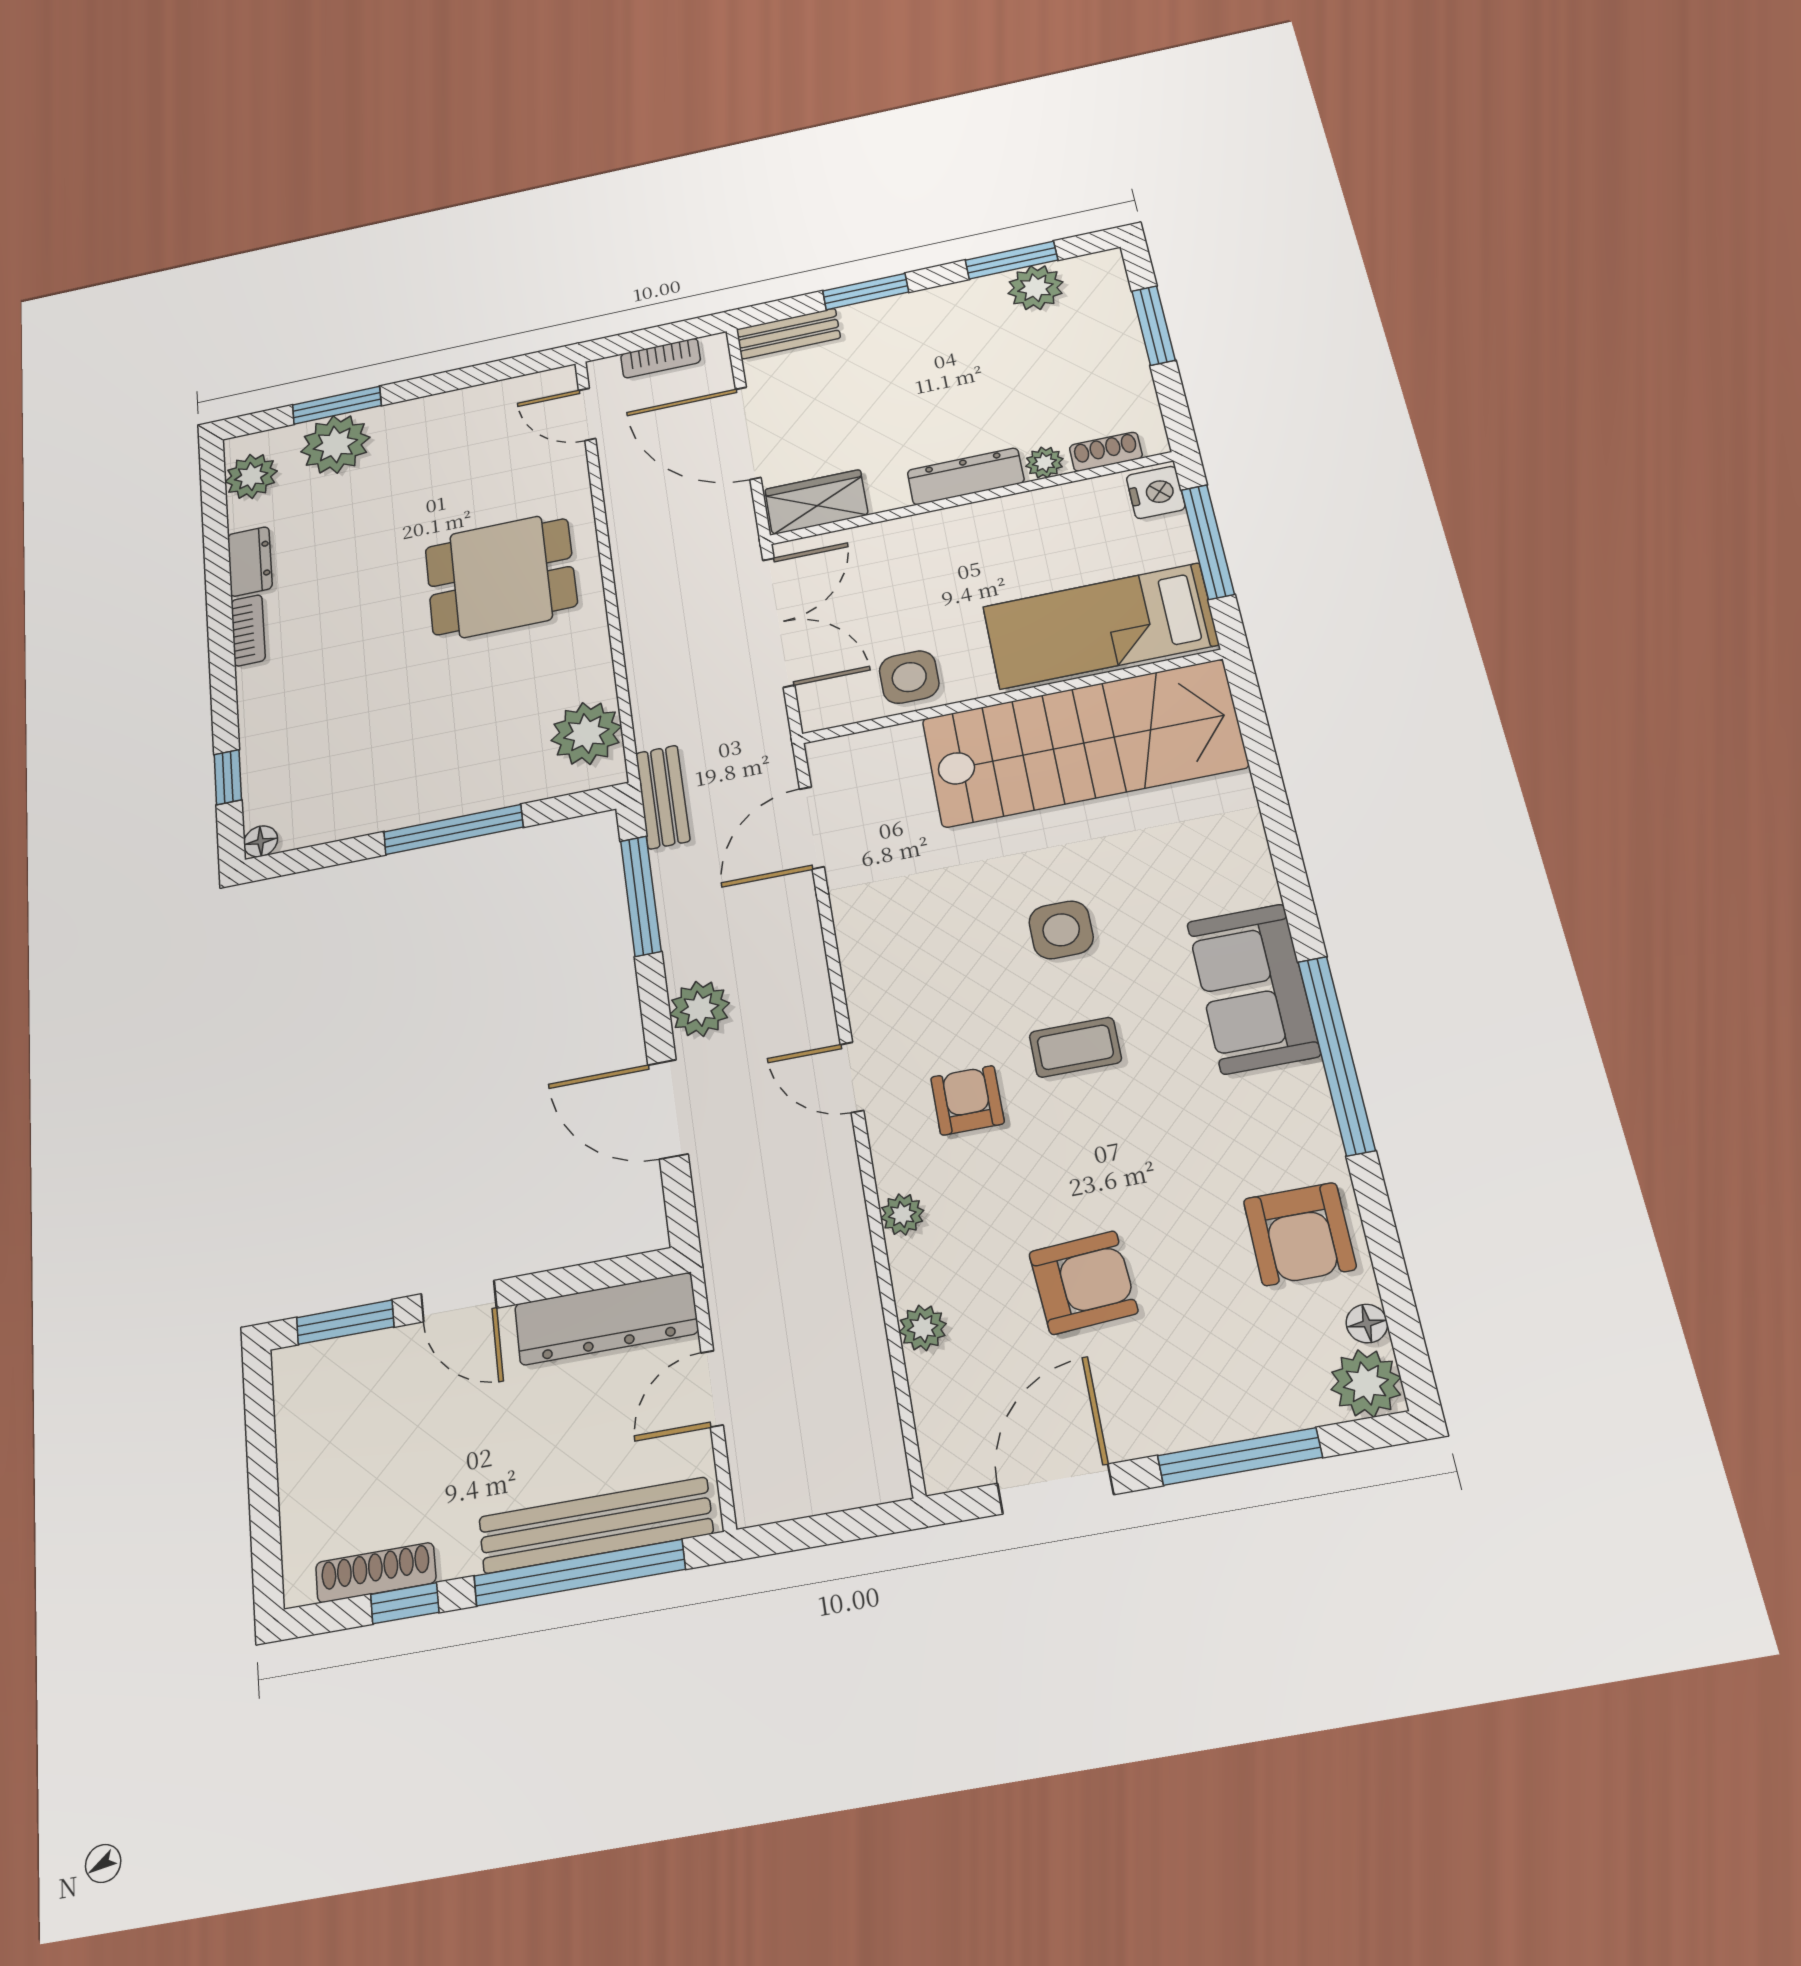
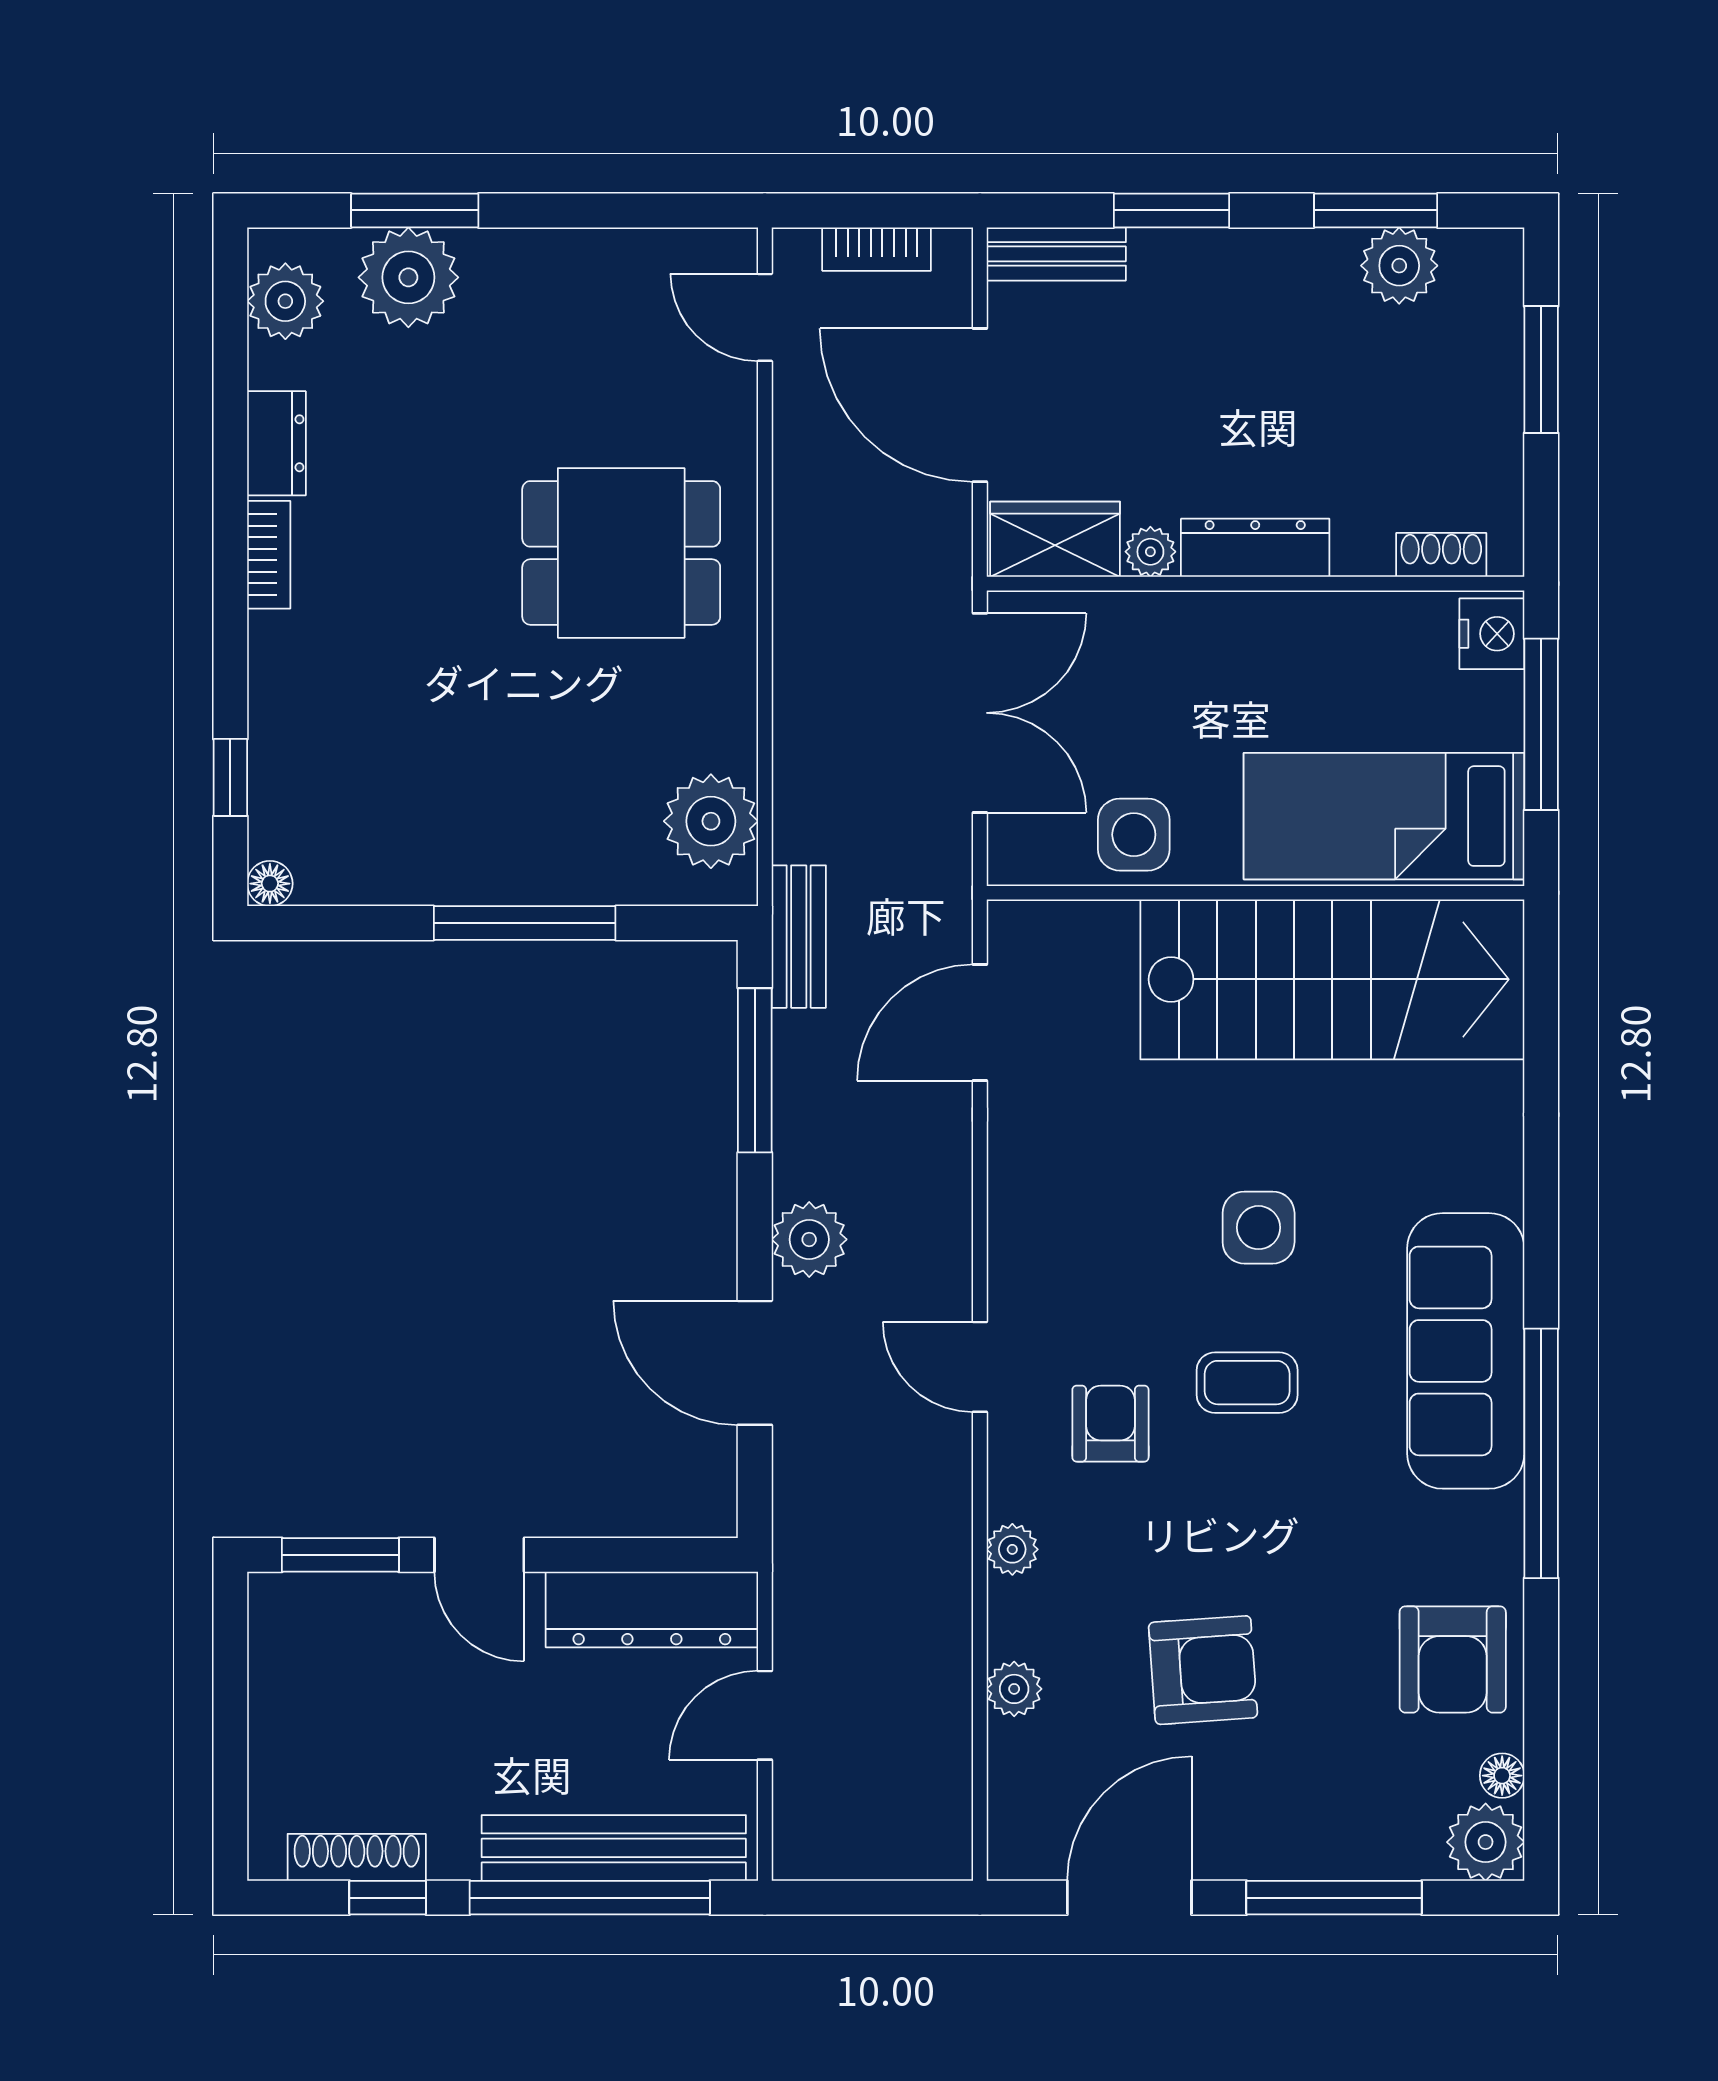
plant: (1044, 462) -> (1150, 552), moved
sofa: (1253, 988) -> (1466, 1351), width x1.36

